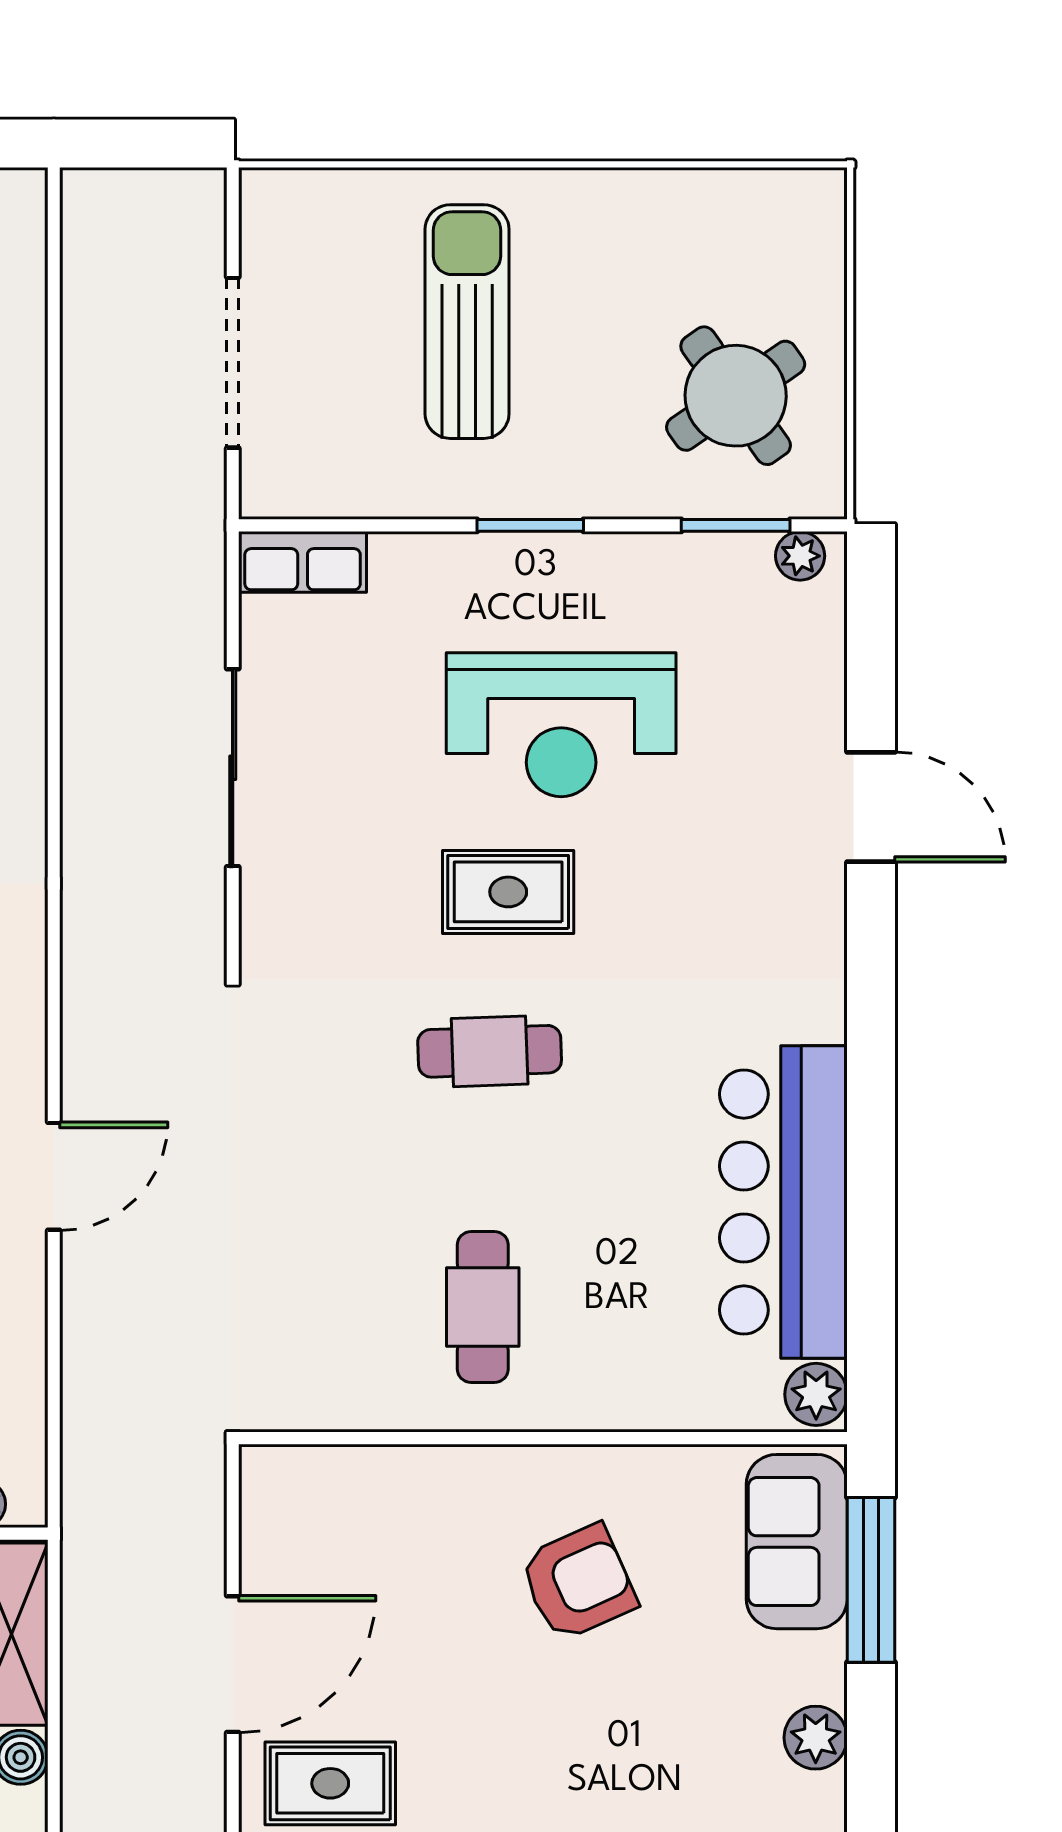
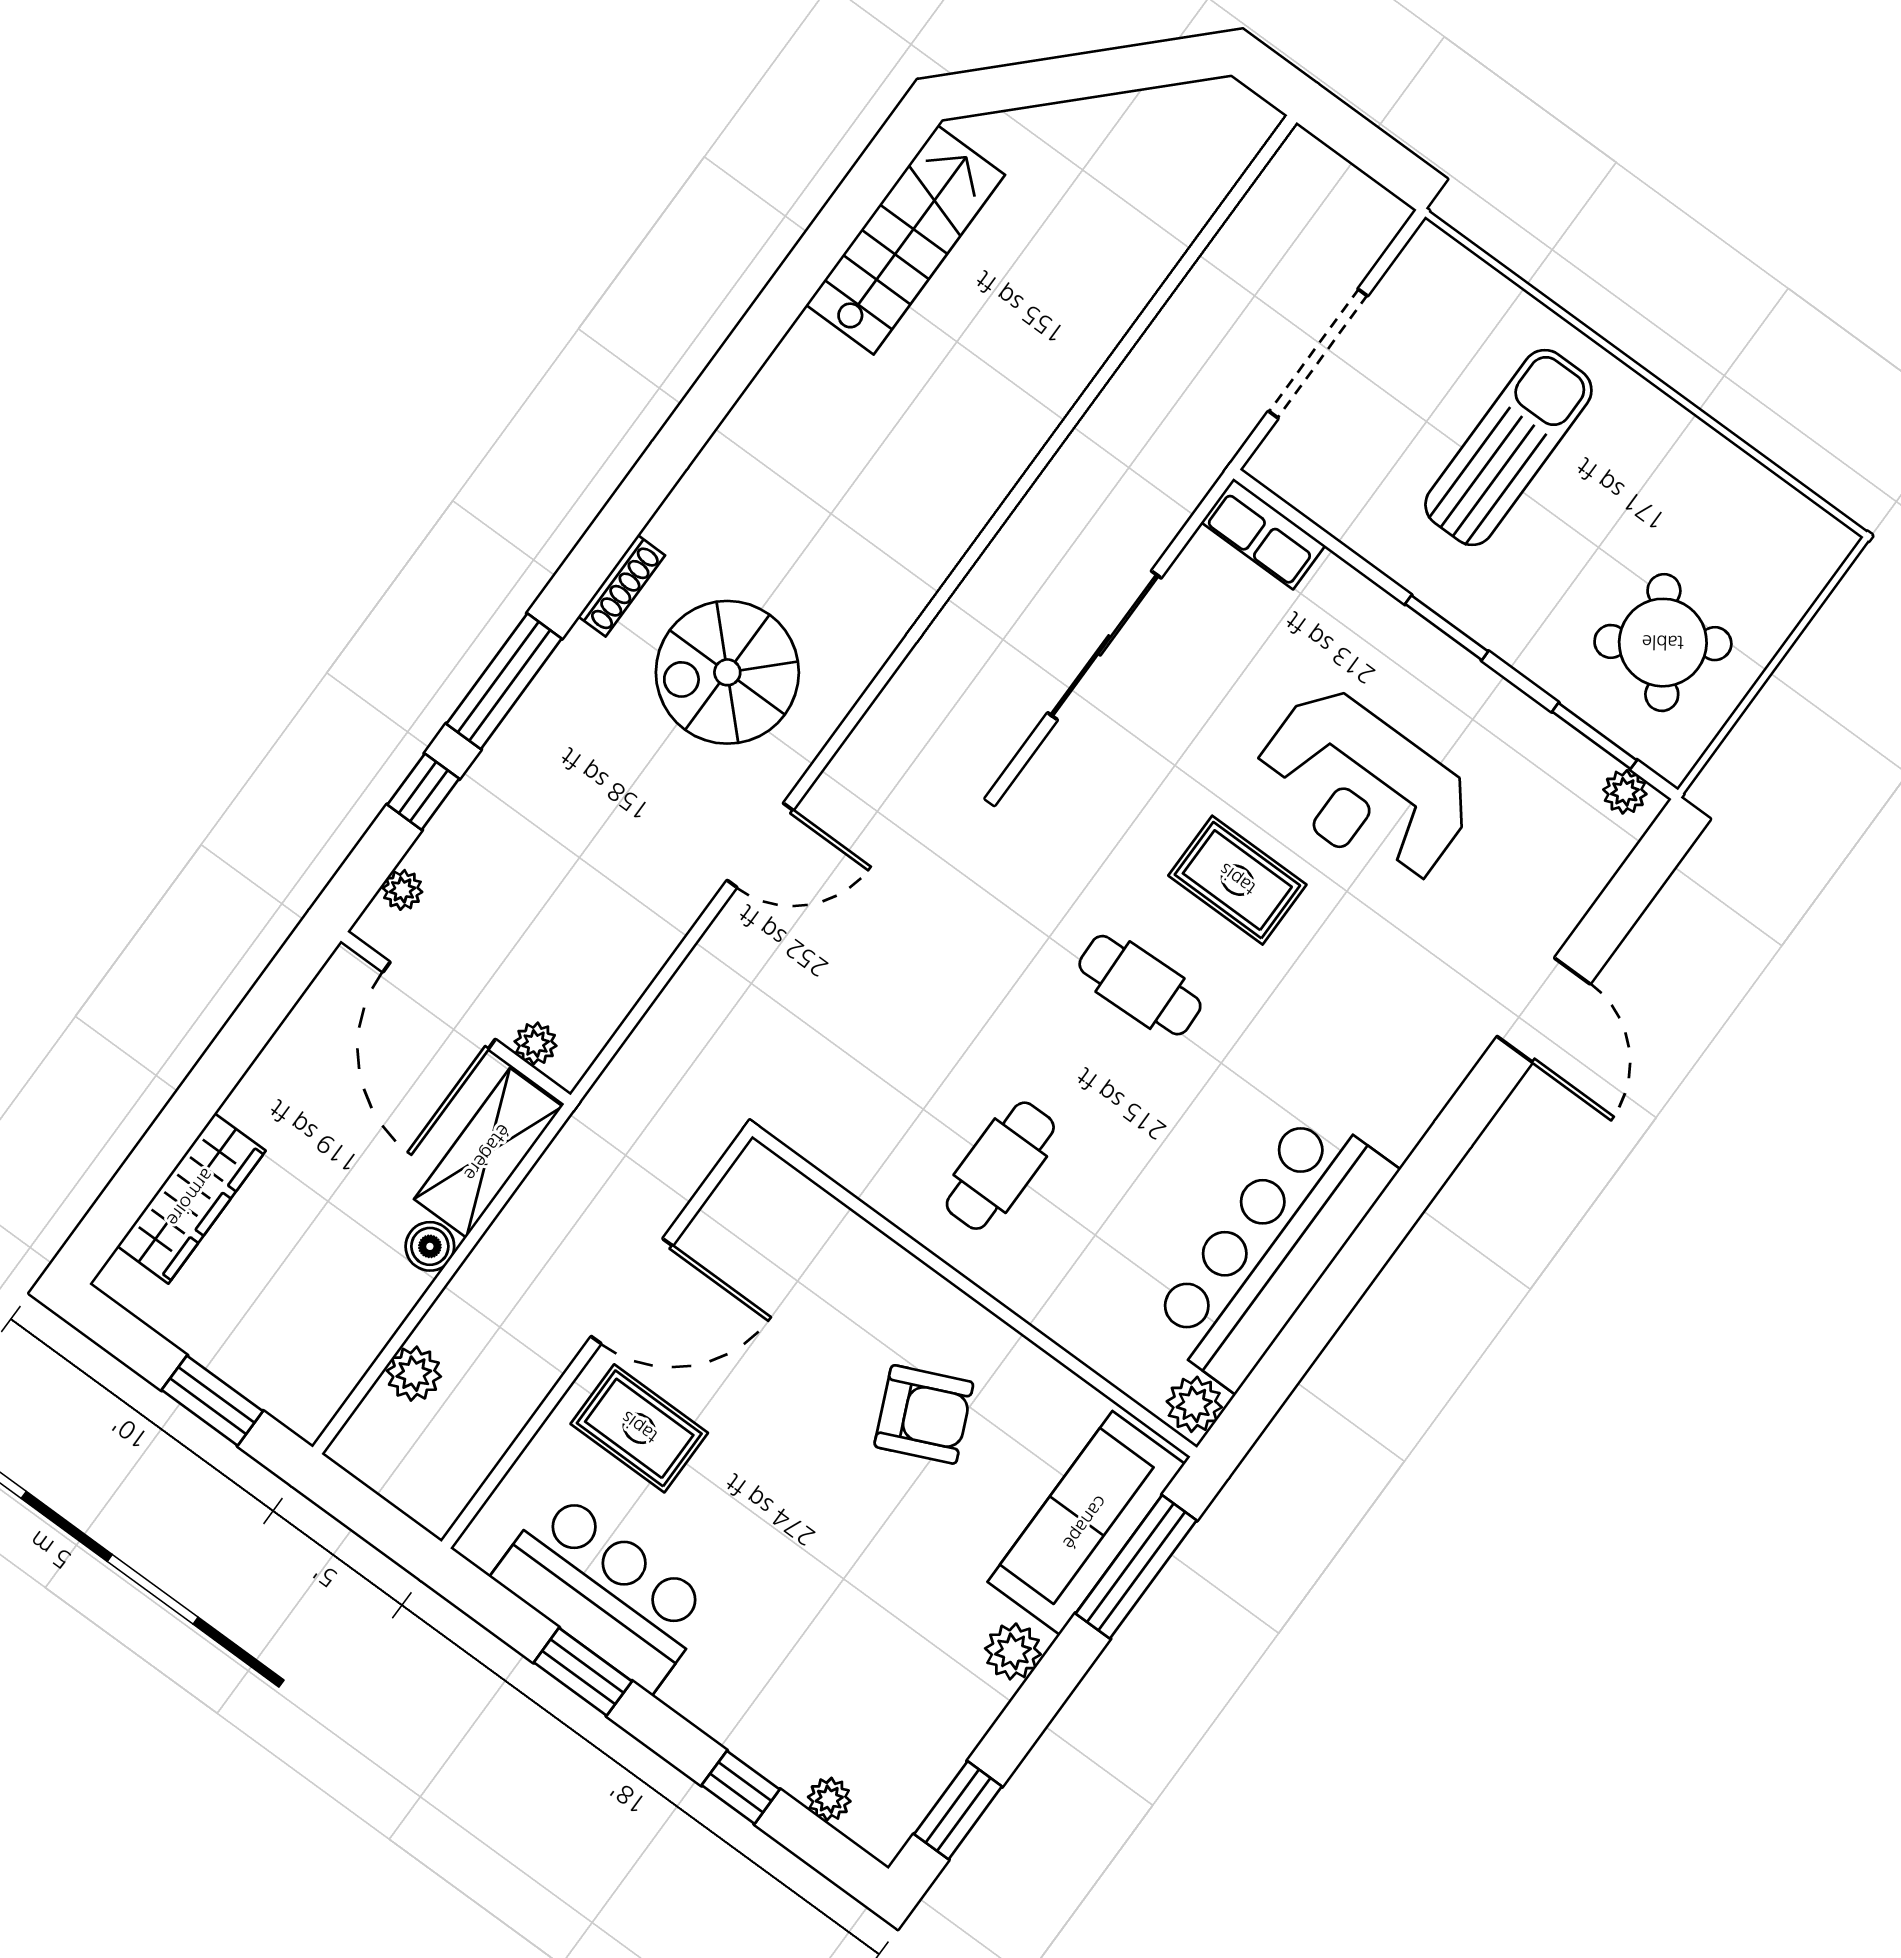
sofa: (797, 1542) -> (1086, 1523), width x1.36

